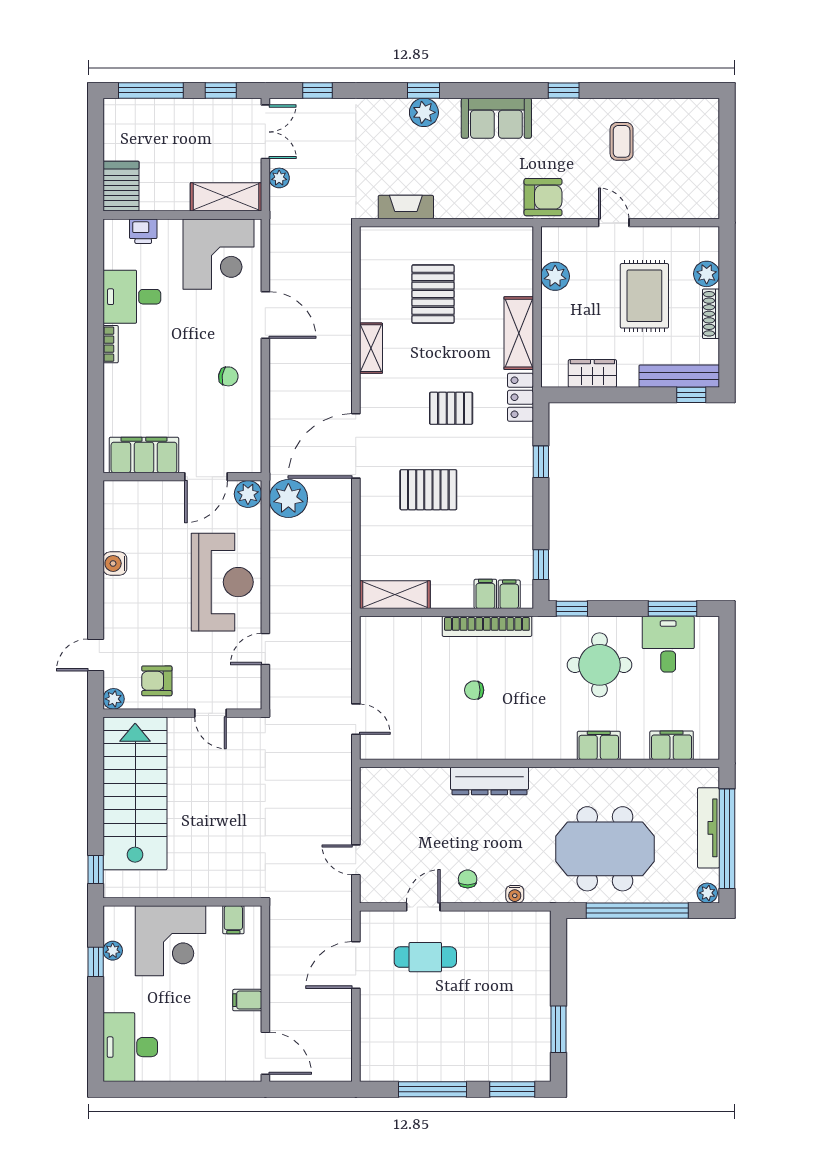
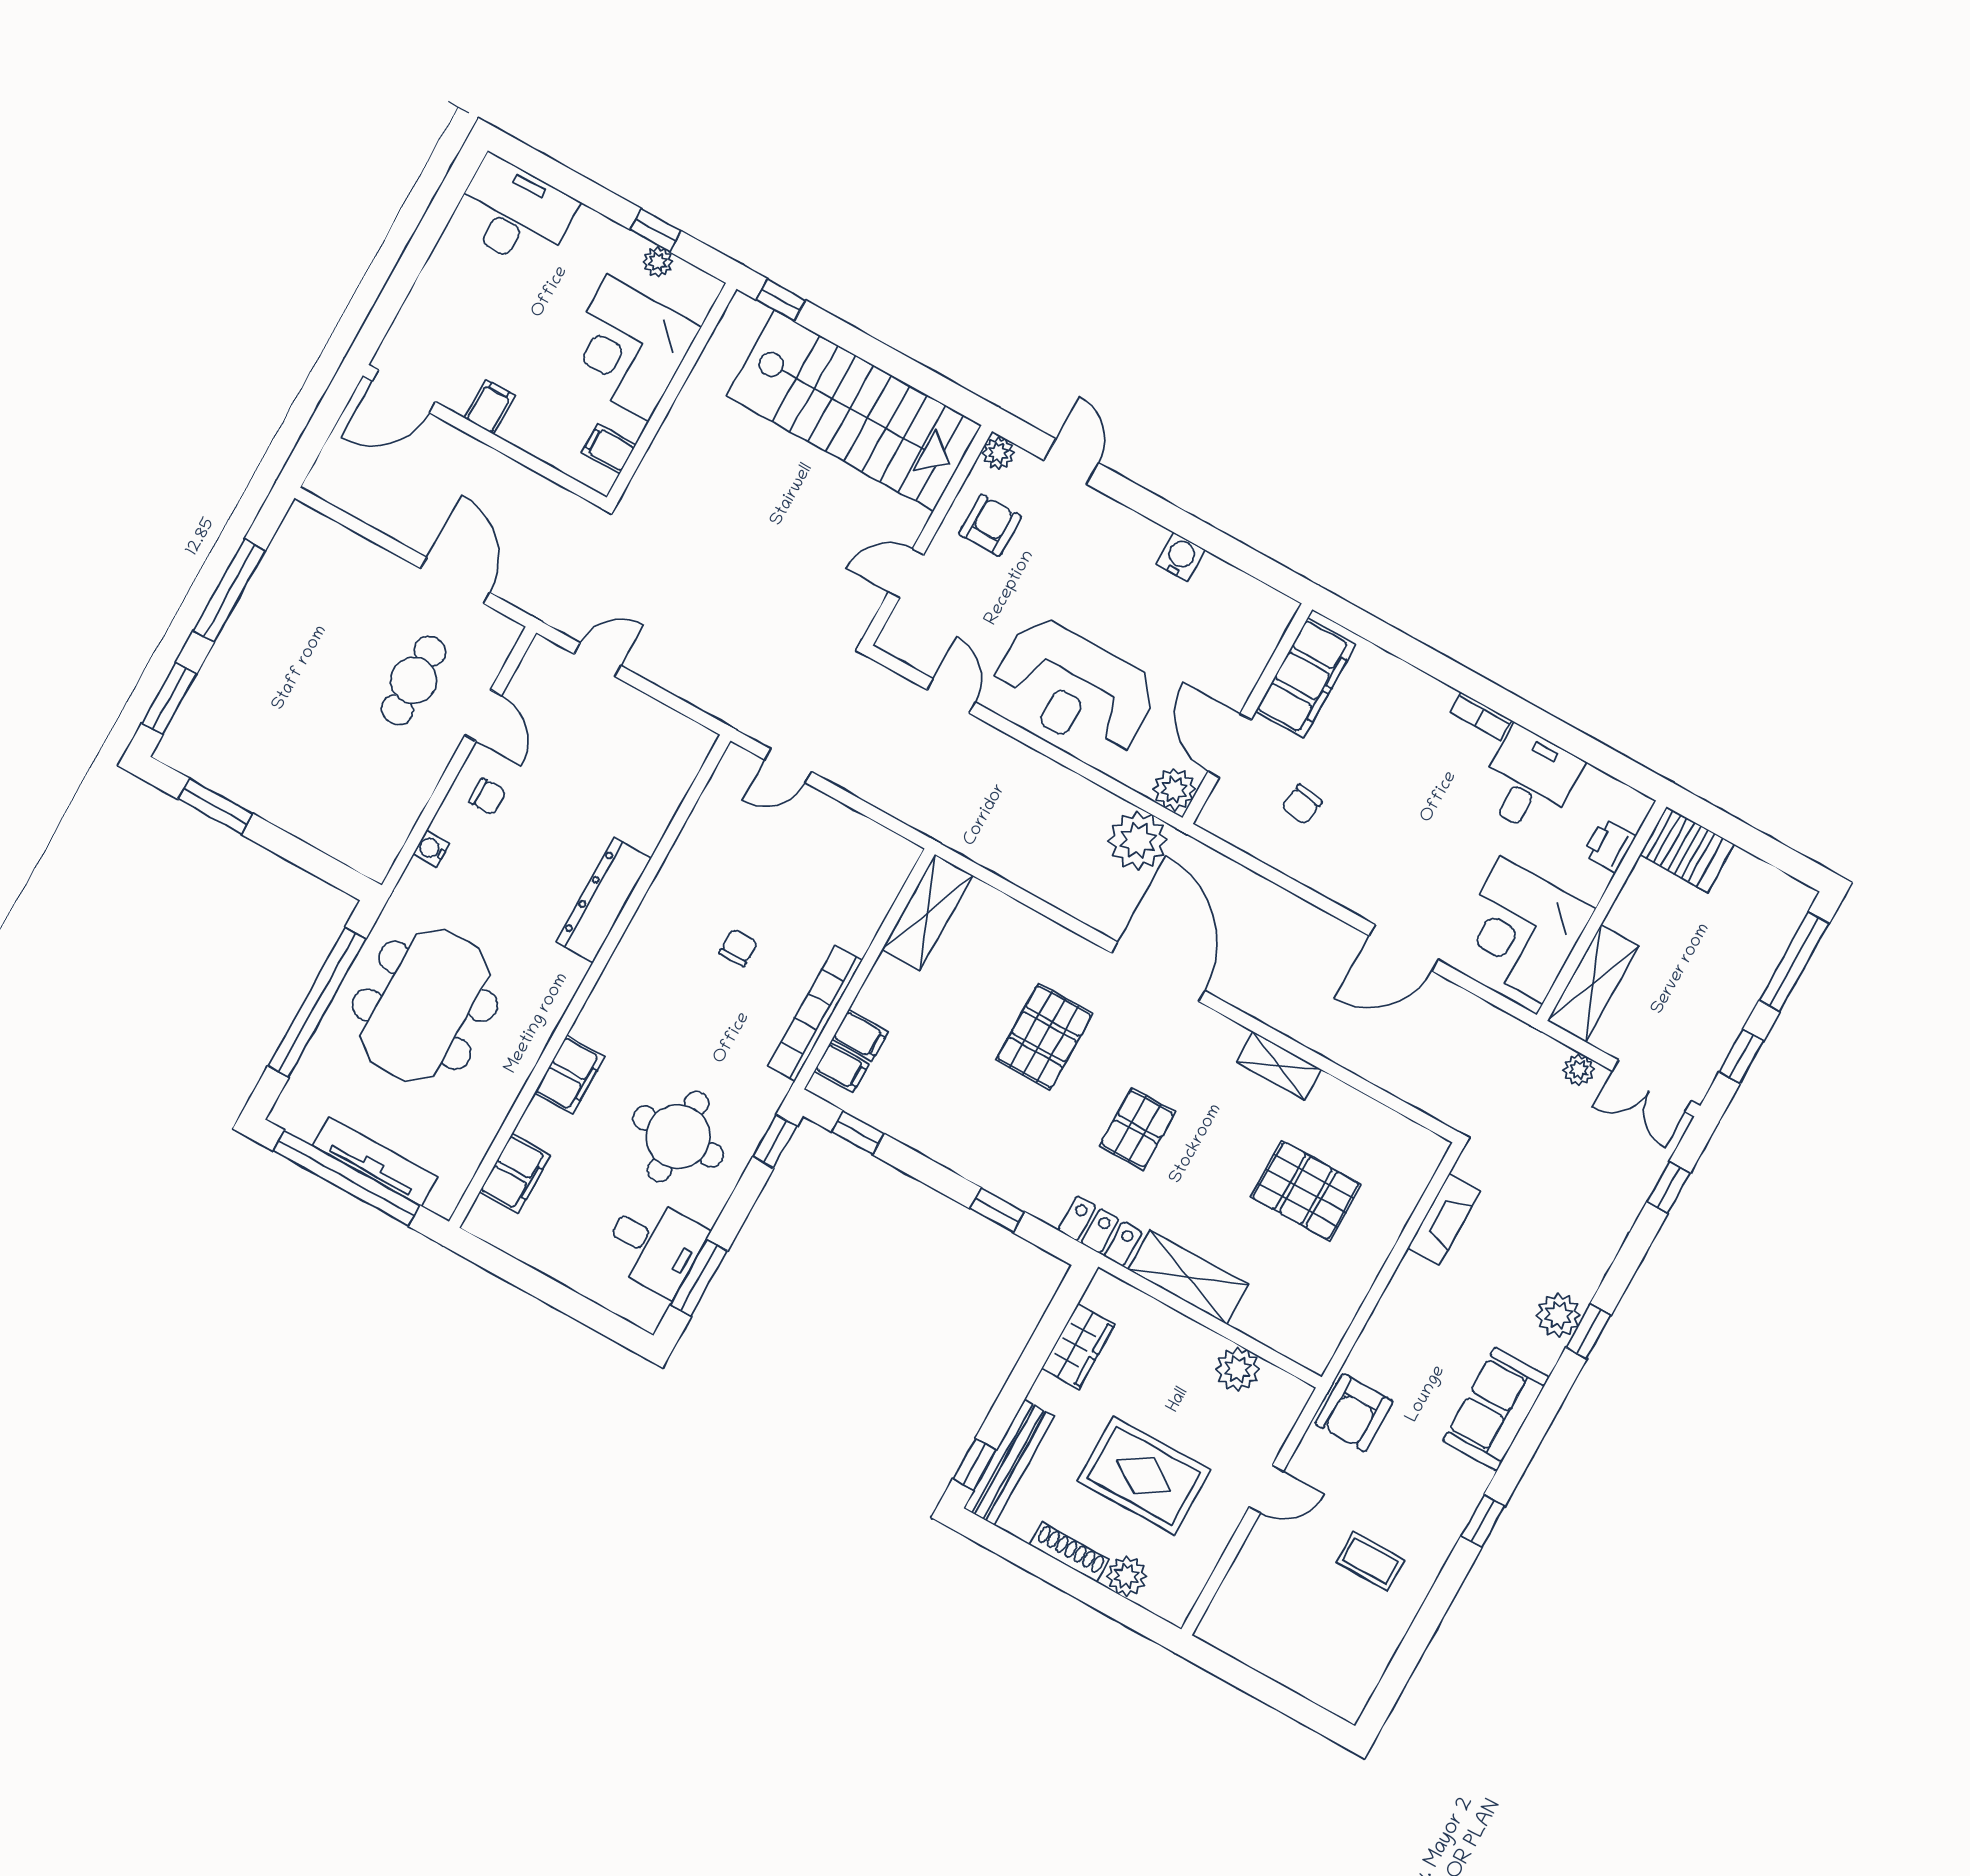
chair: (228, 376) -> (1302, 804), moved
plant: (707, 893) -> (288, 1111), removed

